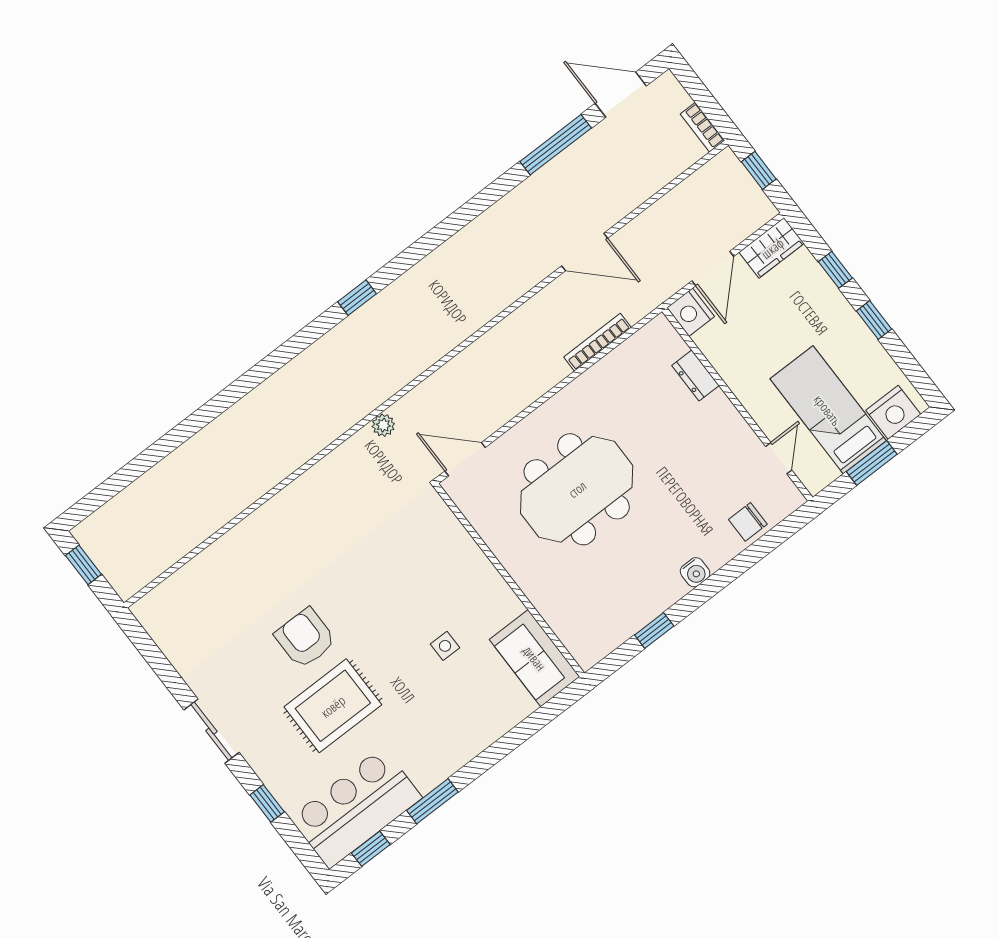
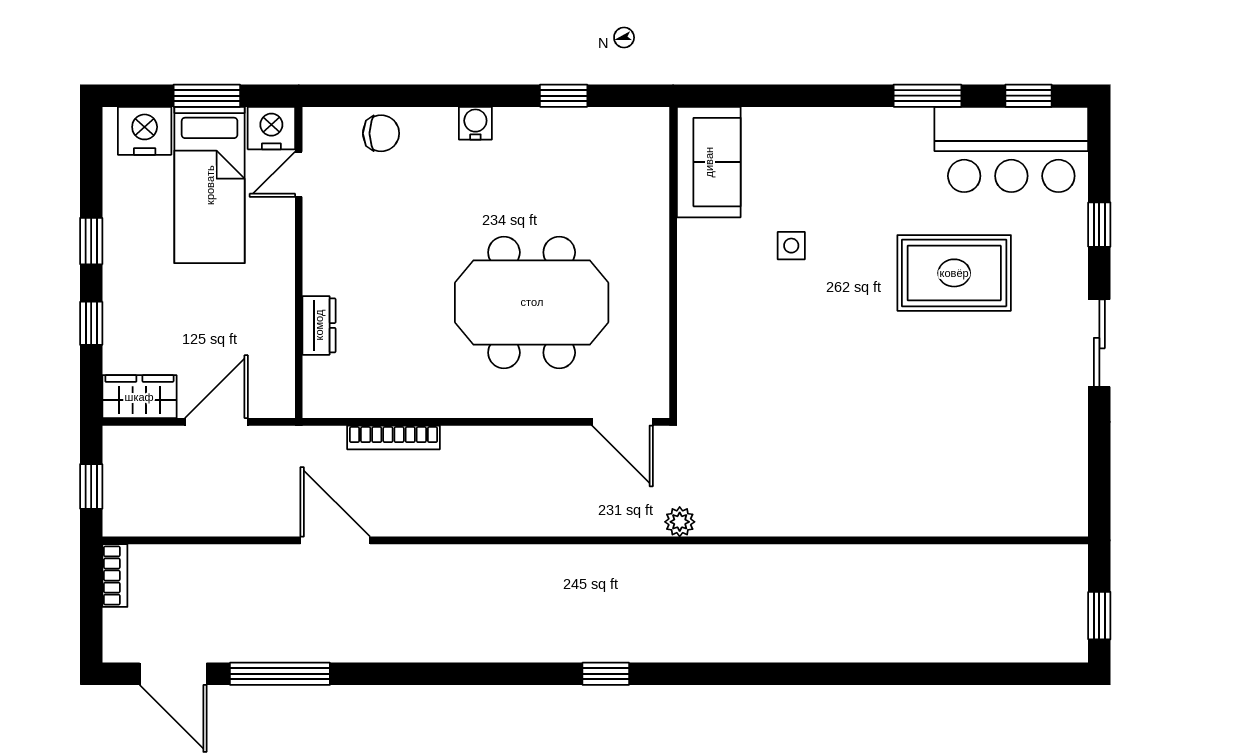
nightstand: (691, 312) -> (271, 128), moved, turned -90
armchair: (305, 638) -> (929, 364), removed

